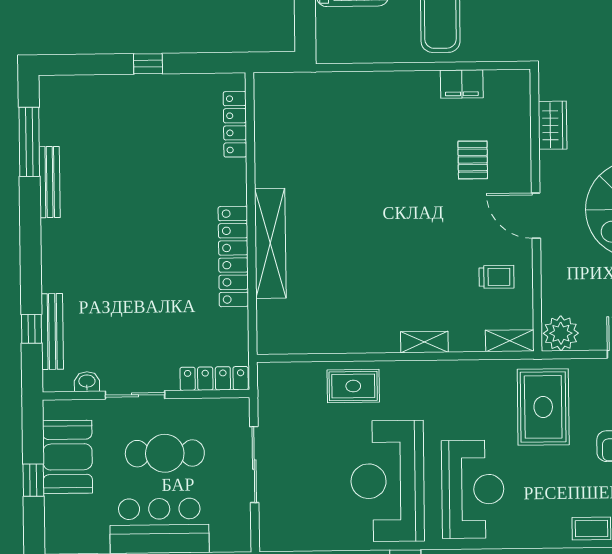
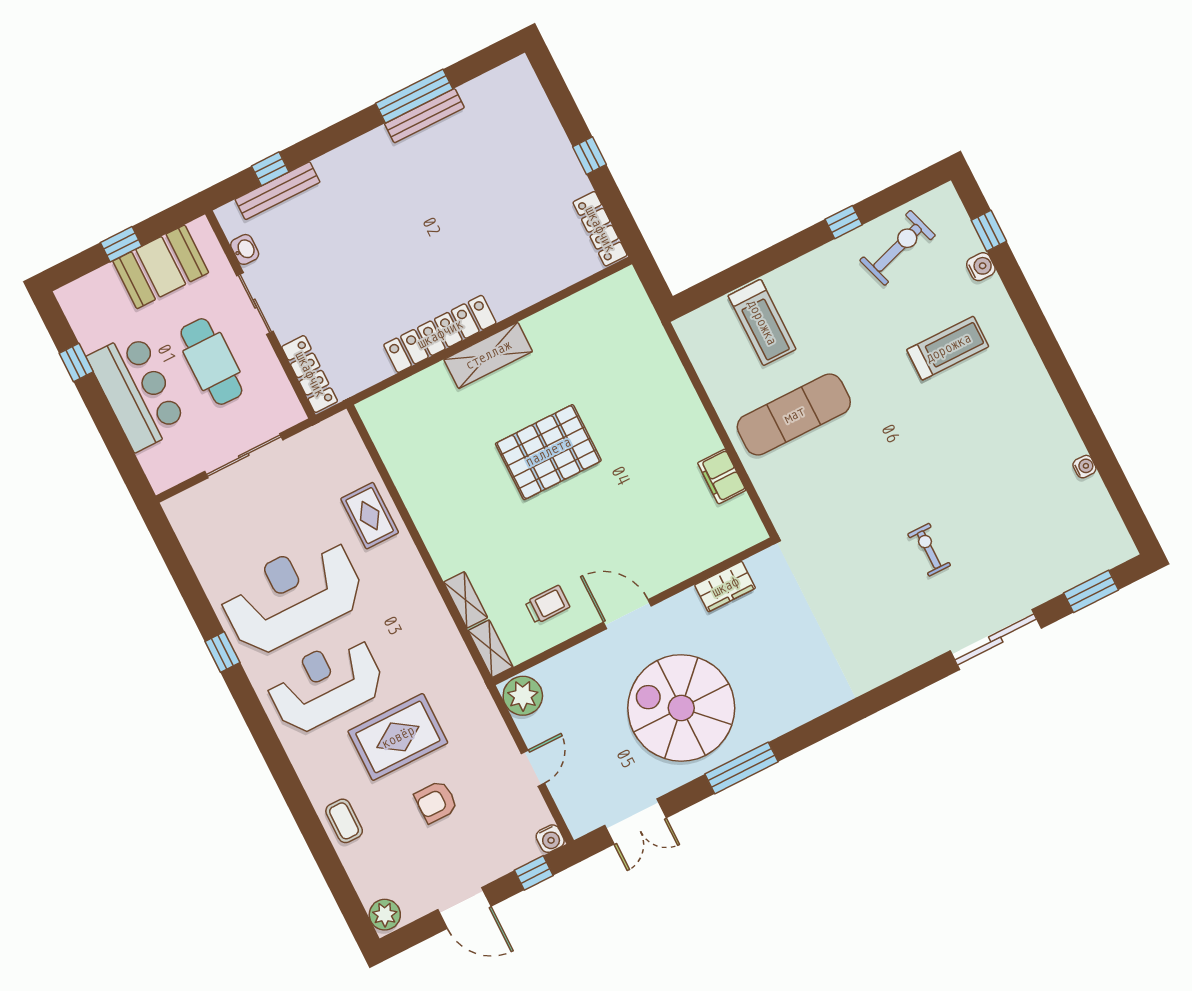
locker: (235, 124) -> (600, 229), moved, turned -90
window: (29, 142) -> (414, 96), moved
pallet: (473, 160) -> (548, 452), moved, width x2.05, depth x2.00
door: (536, 216) -> (627, 614), hinge flipped
shelving: (270, 243) -> (488, 355), width x0.68
trolley: (496, 277) -> (547, 605), turned -90
shelving: (424, 342) -> (466, 600), moved
rug: (543, 407) -> (398, 737), moved
reception desk: (473, 489) -> (325, 684), turned 180

